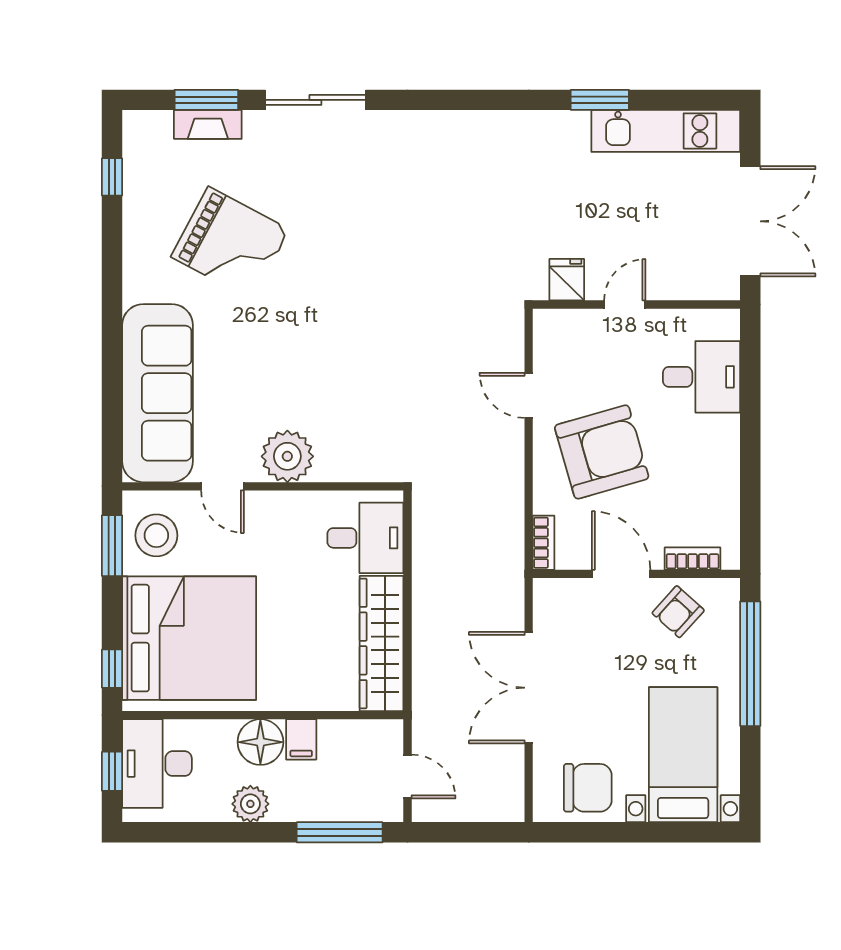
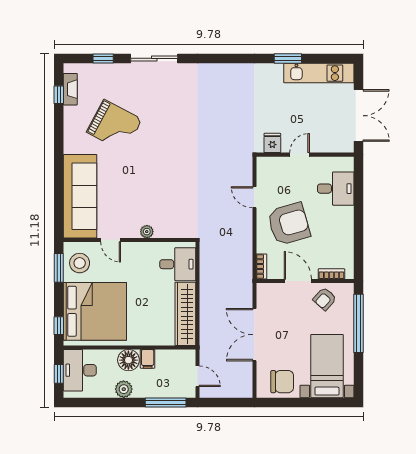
window: (206, 100) -> (103, 58), width x0.67
fireplace: (208, 124) -> (70, 89), moved, turned -90
plant: (287, 456) -> (147, 232), width x0.53, depth x0.53

